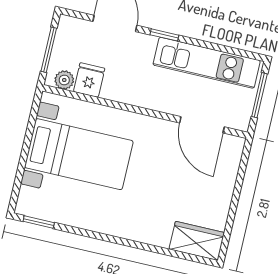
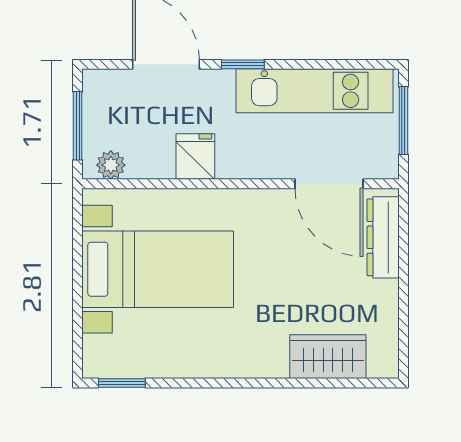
fridge: (89, 80) -> (195, 157), moved
dresser: (229, 167) -> (383, 237), added
wardrobe: (197, 241) -> (328, 357), moved

